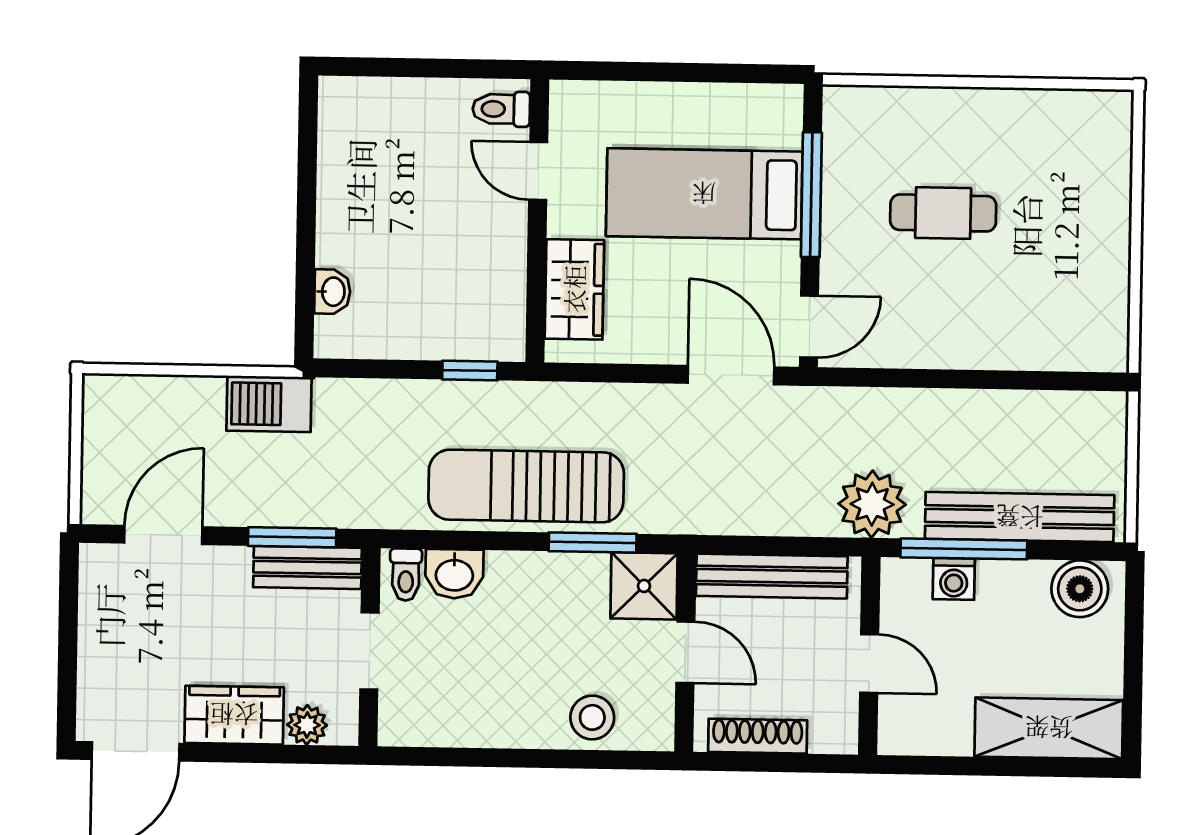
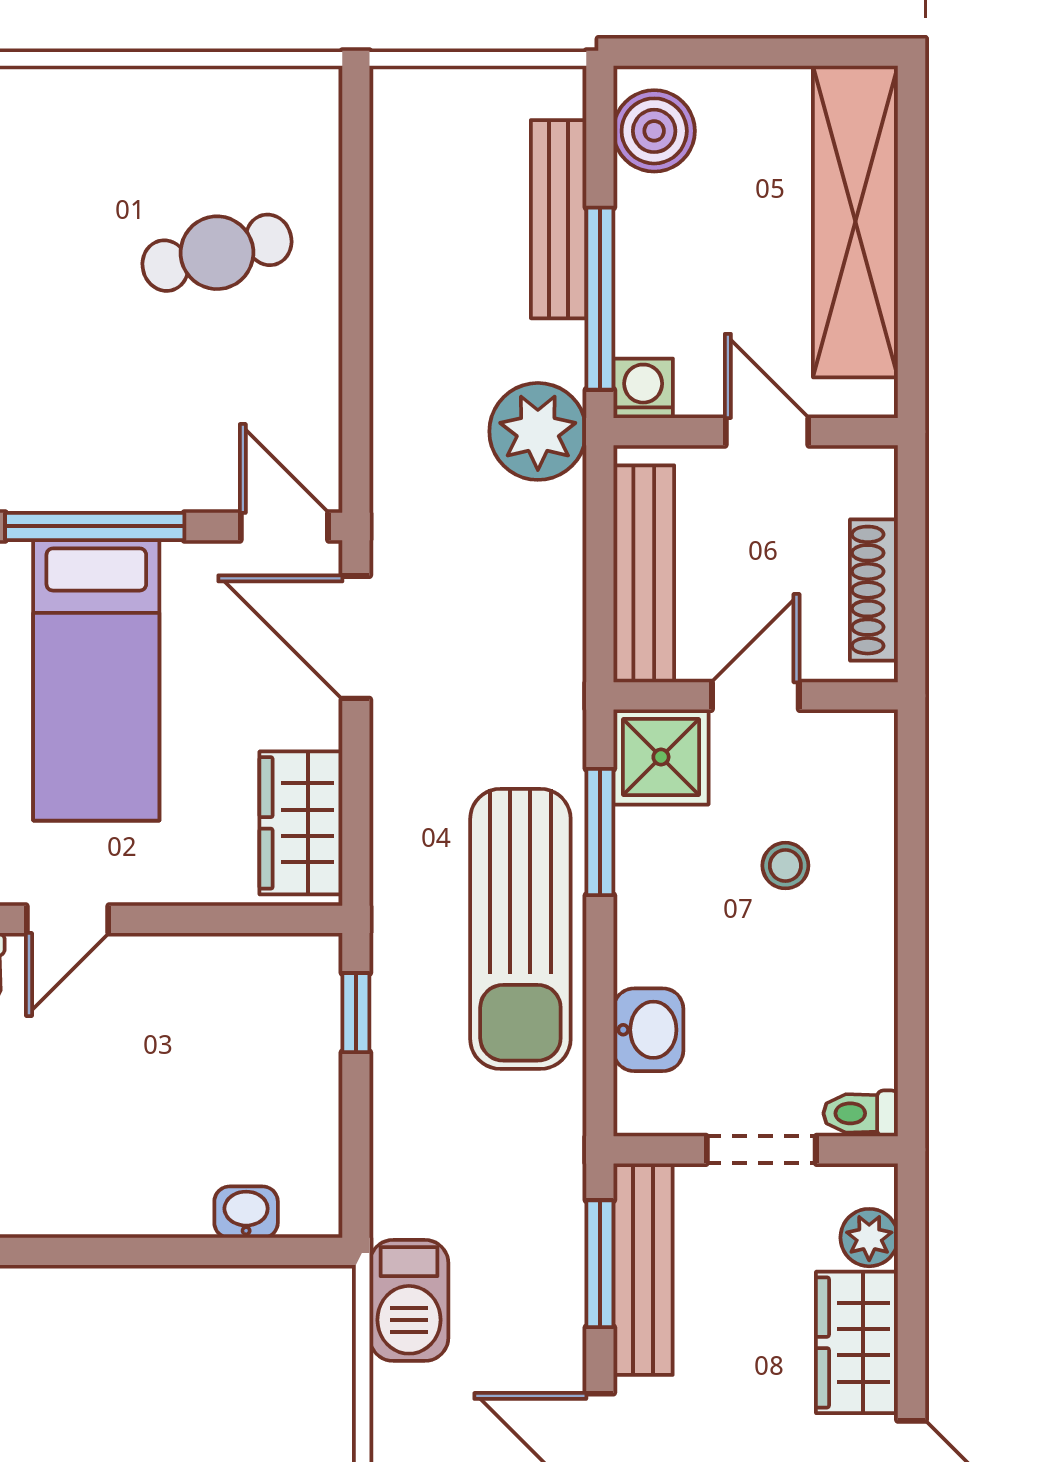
cafe table: (943, 213) -> (217, 253), moved, turned 76
wardrobe: (574, 289) -> (301, 823), moved, turned -90
door: (731, 375) -> (356, 637), hinge flipped
bench: (1020, 517) -> (559, 219), width x0.73, depth x0.82
bench: (307, 568) -> (643, 1269), width x1.36
toilet: (406, 575) -> (861, 1113), moved, turned 180
washing machine: (954, 579) -> (643, 388), moved, turned -90
door: (869, 664) -> (767, 432), hinge flipped
stool: (592, 717) -> (785, 866), moved, width x0.73, depth x0.73
shelving: (1049, 728) -> (855, 222), width x1.47

